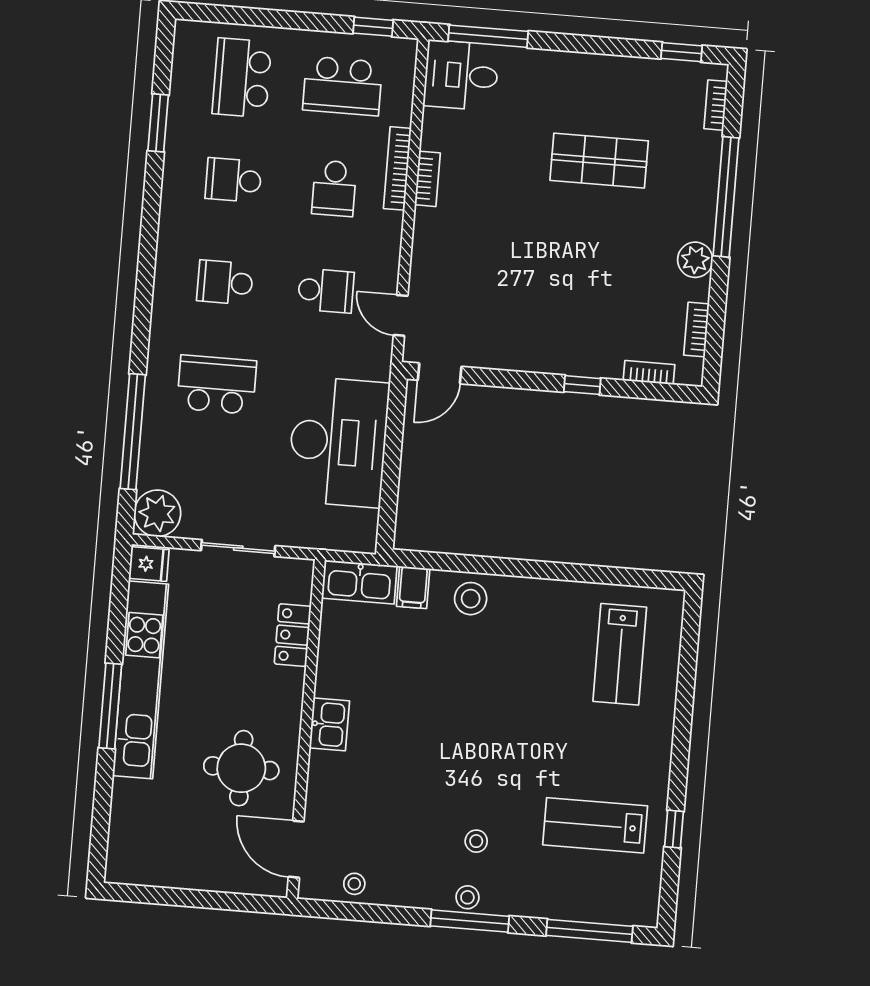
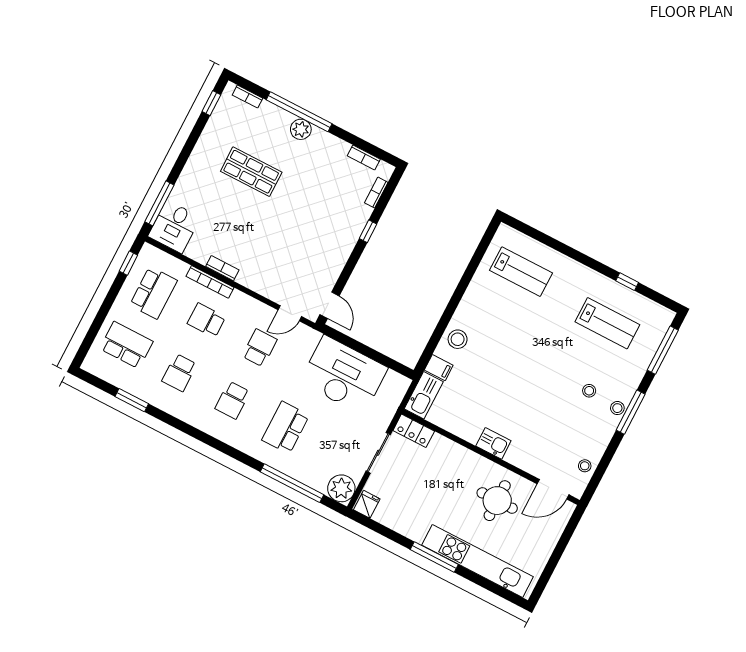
school desk: (242, 78) -> (126, 345), turned 180
shop shelf: (599, 161) -> (251, 172), turned 90
school desk: (334, 188) -> (206, 320), turned 180
plant: (695, 260) -> (301, 129), moved
locker: (293, 635) -> (414, 431), moved
kitchen unit: (141, 680) -> (477, 561), moved
lab bench: (595, 825) -> (607, 323), turned -90

